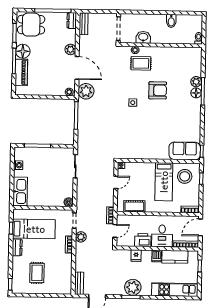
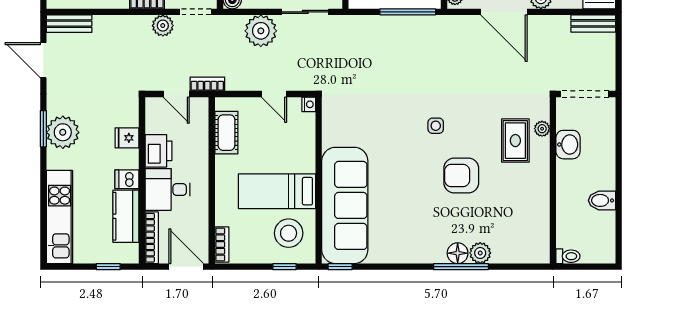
door: (77, 68) -> (504, 12), hinge flipped
armchair: (158, 90) -> (461, 175), turned 90
plant: (86, 91) -> (261, 31), moved
sofa: (185, 151) -> (345, 205), width x1.85, depth x1.27

